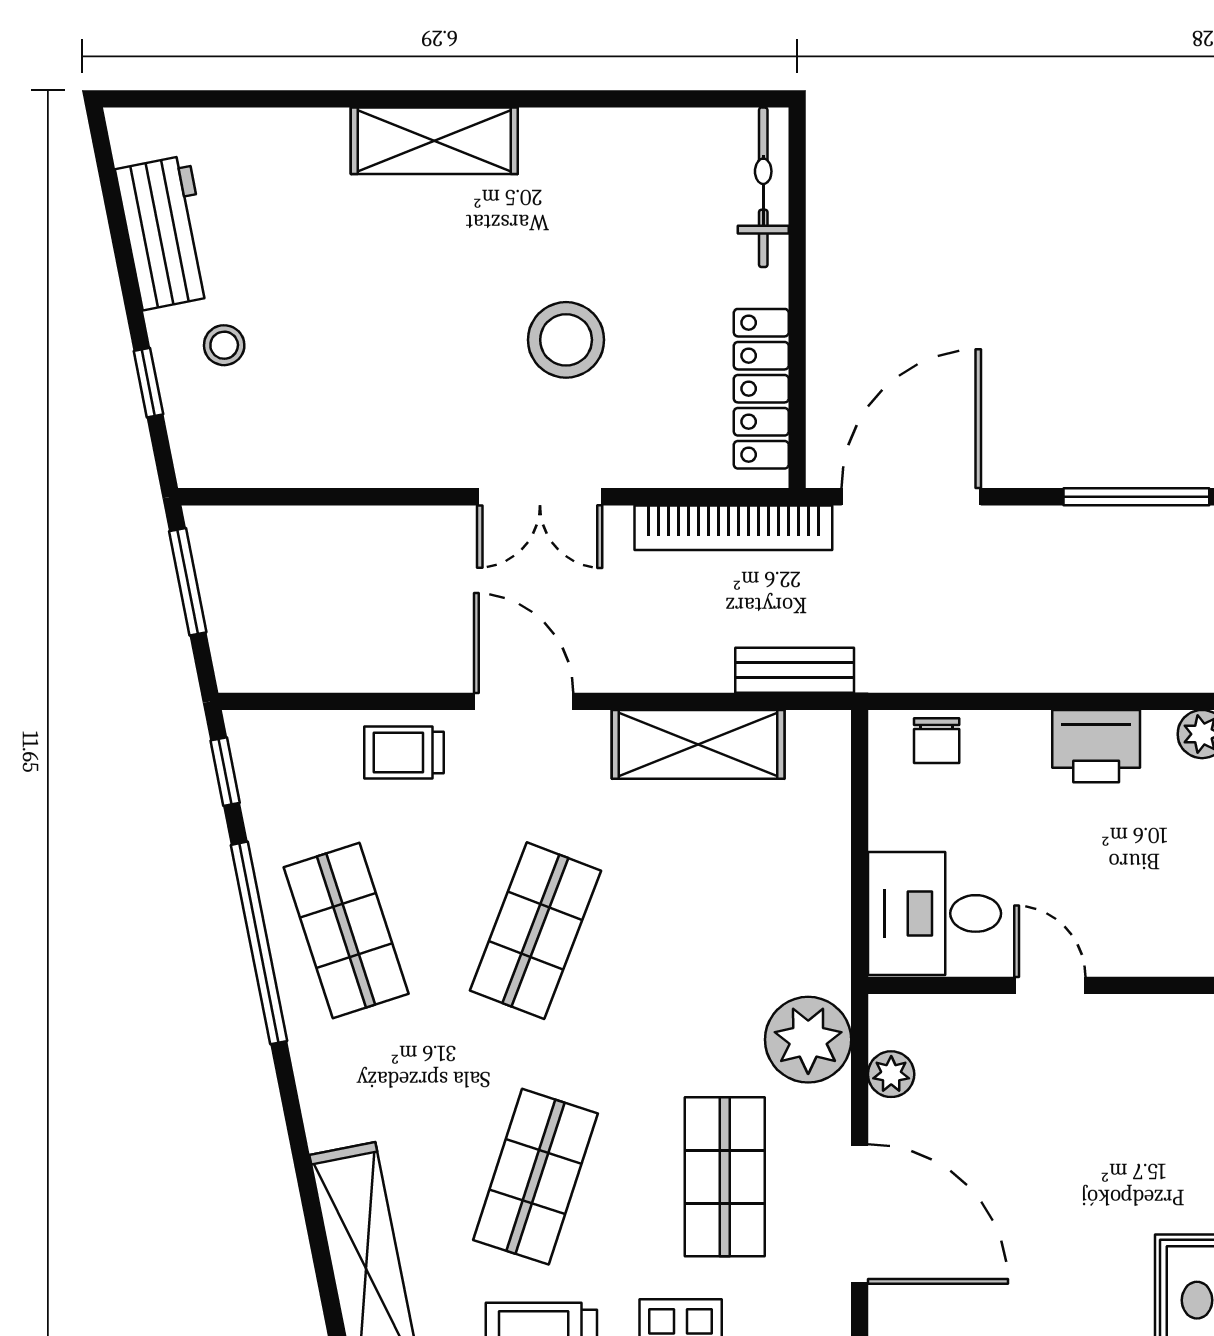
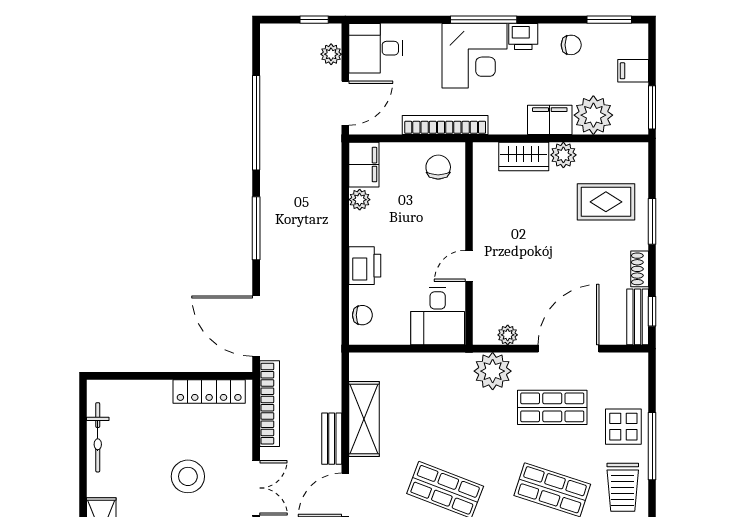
bicycle: (763, 187) -> (98, 437), moved, turned -90
bench: (795, 670) -> (332, 439), moved
printer: (1096, 746) -> (365, 266), moved

